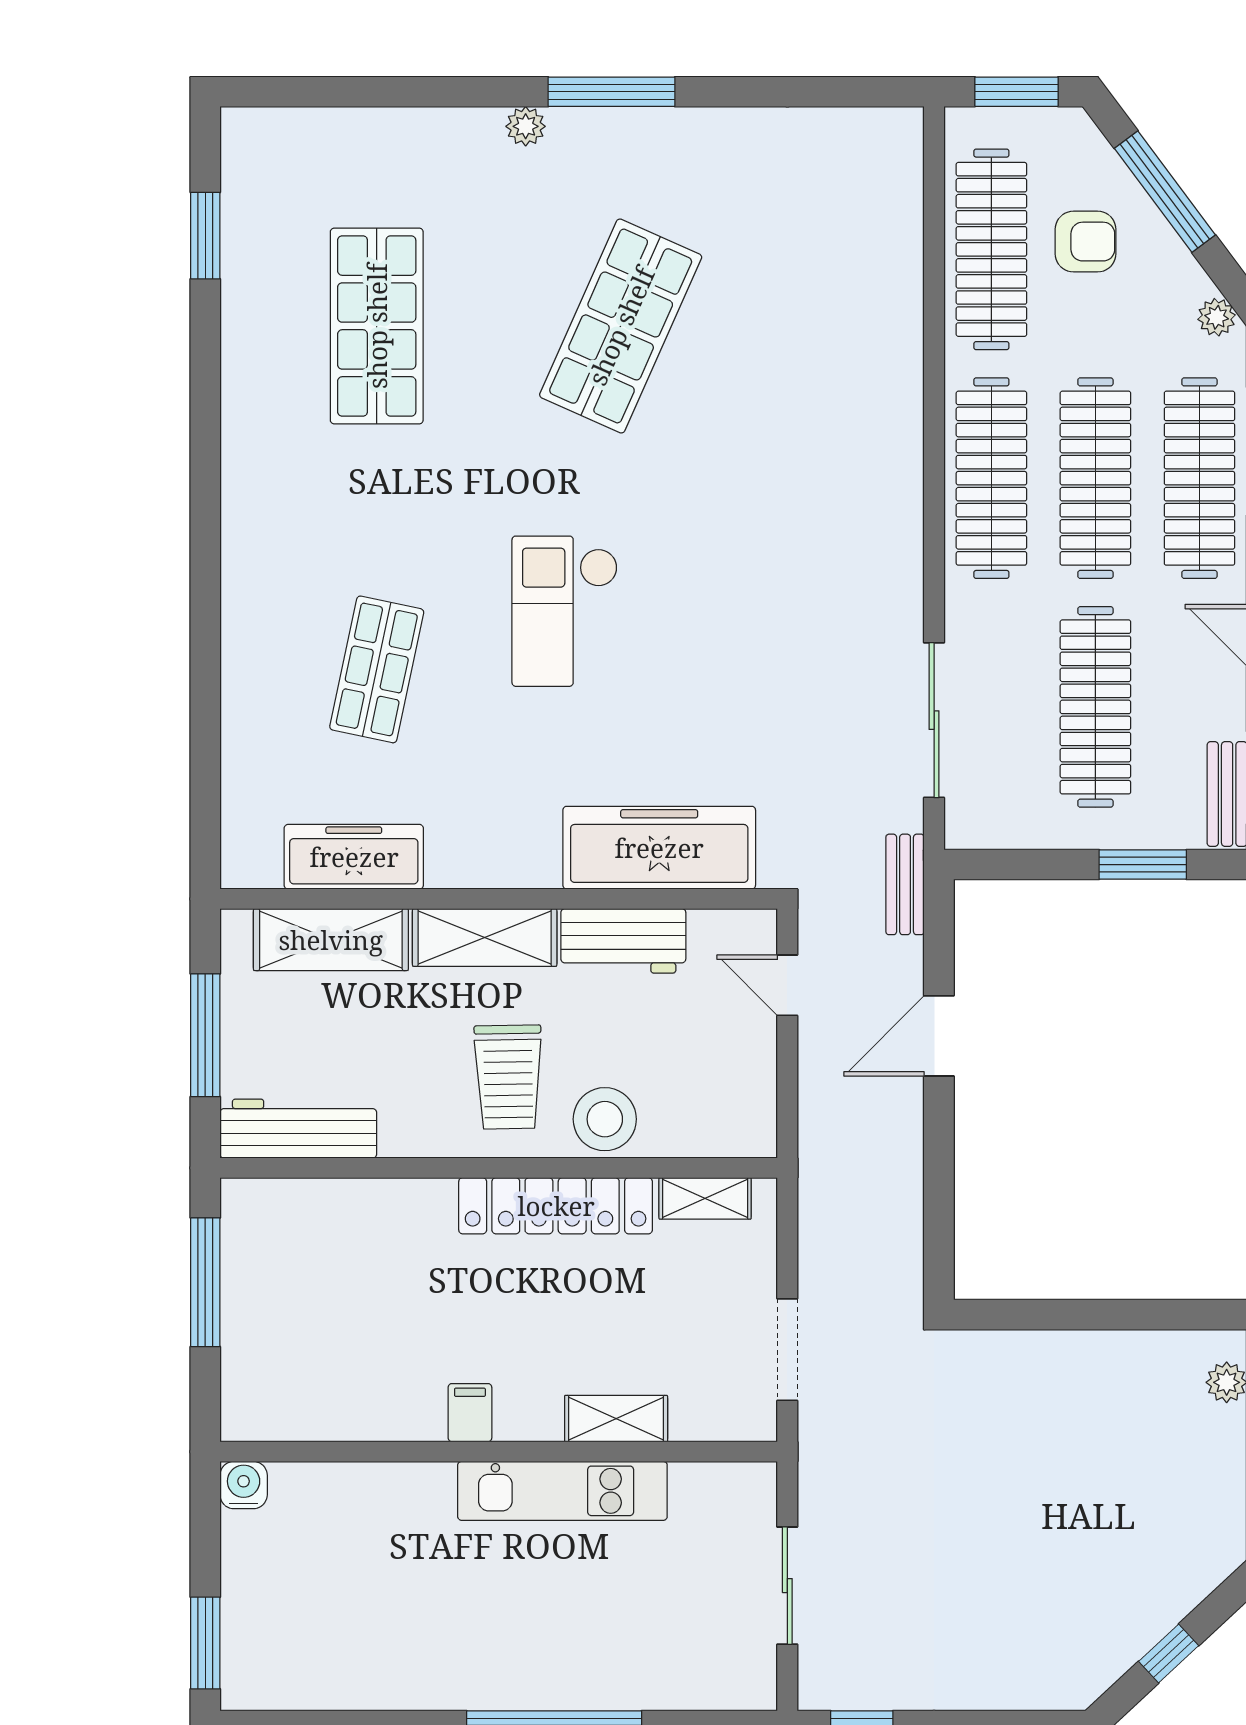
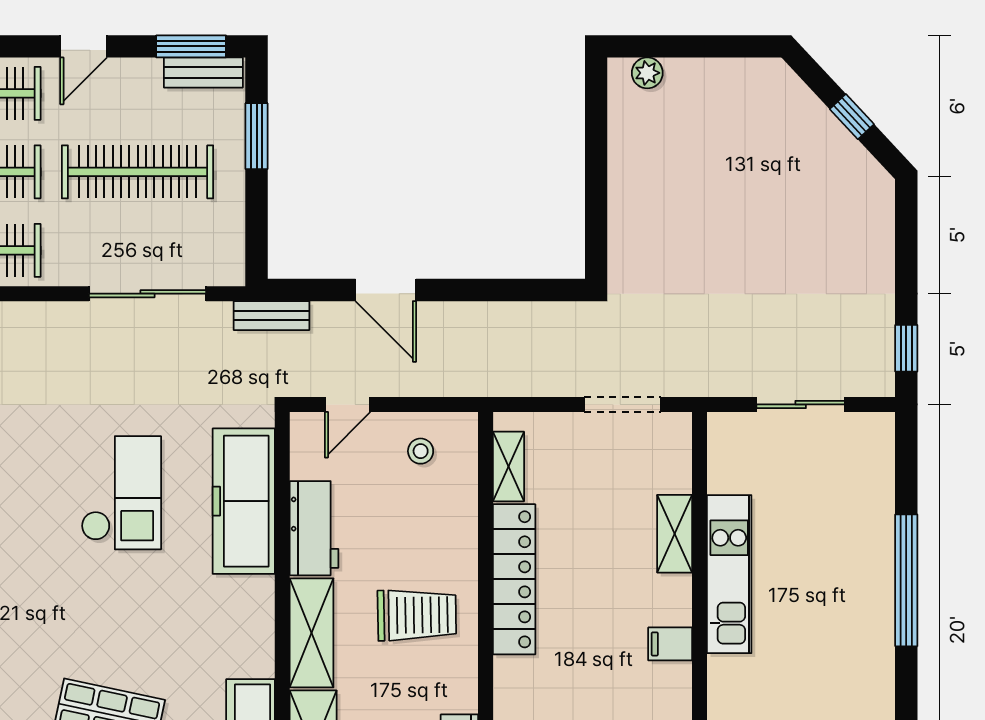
checkout: (565, 611) -> (121, 493), moved, turned -90
stool: (605, 1119) -> (421, 451), moved, width x0.53, depth x0.53

